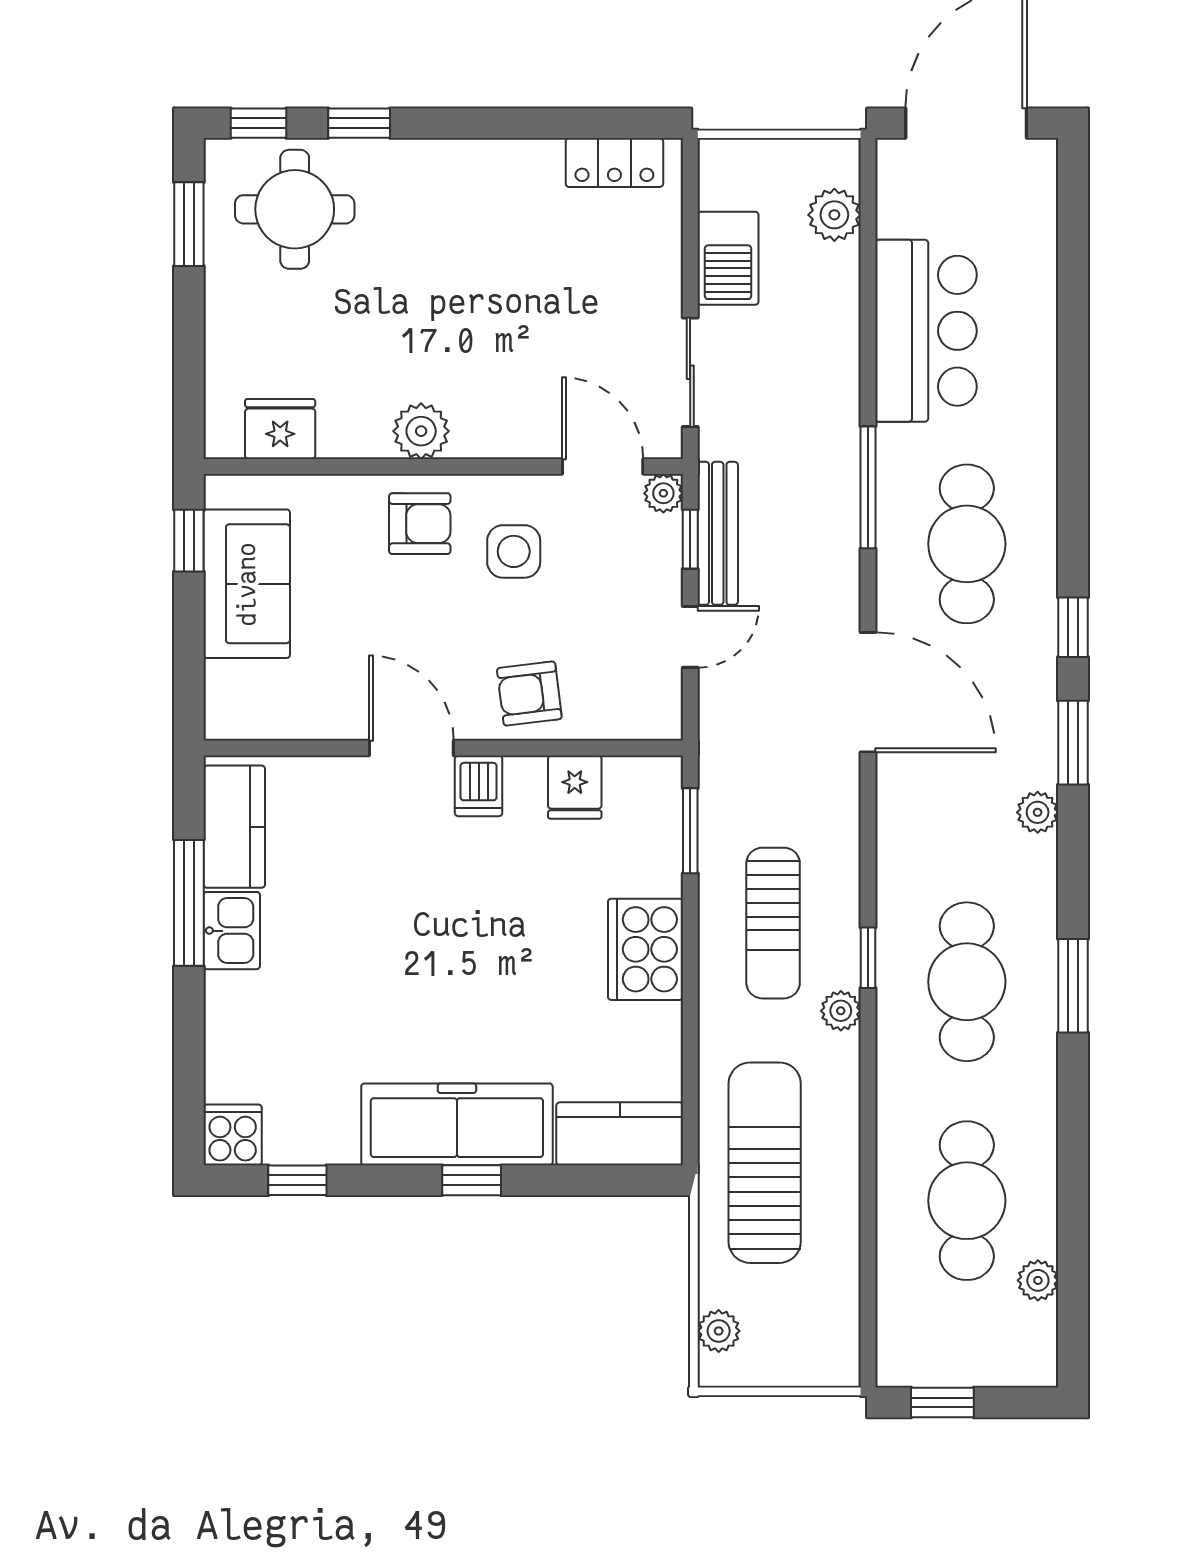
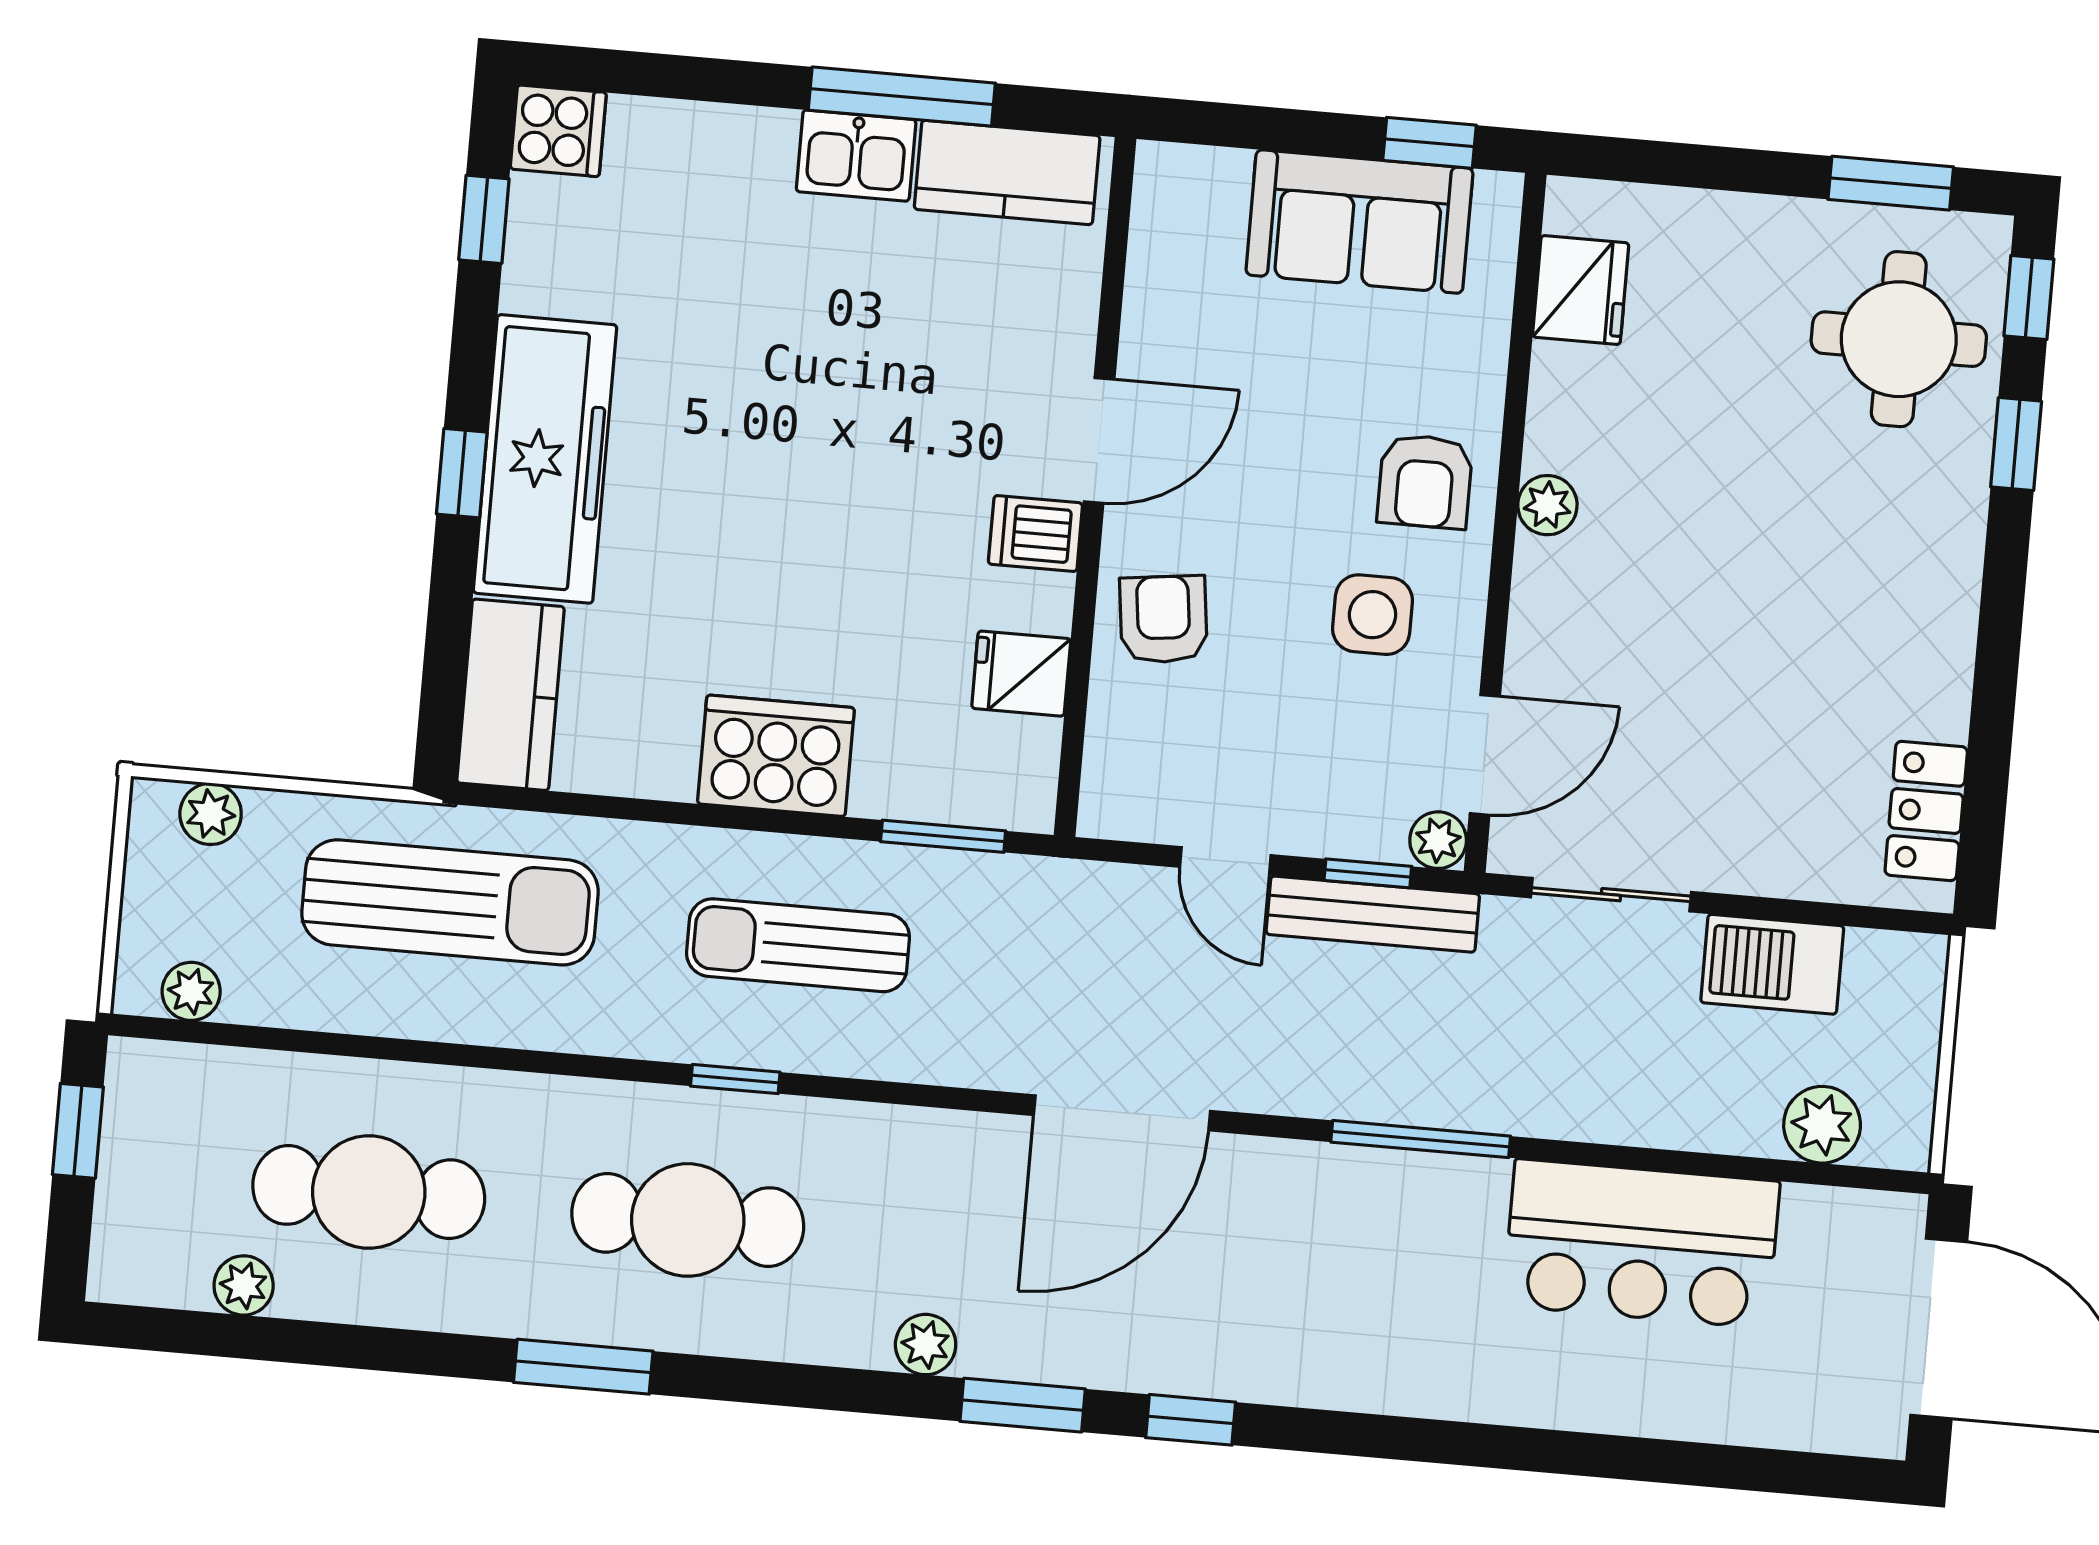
plant: (421, 431) -> (1547, 505), width x0.73, depth x0.73
cafe table: (967, 544) -> (1326, 1276), removed
window: (1073, 986) -> (583, 1367), moved
plant: (841, 1011) -> (191, 991), moved

